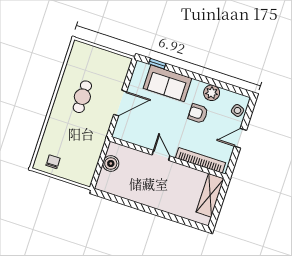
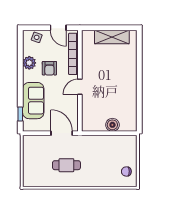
door: (161, 155) -> (80, 87), moved
wall: (168, 158) -> (80, 81), moved
bookcase: (200, 160) -> (73, 54), moved

